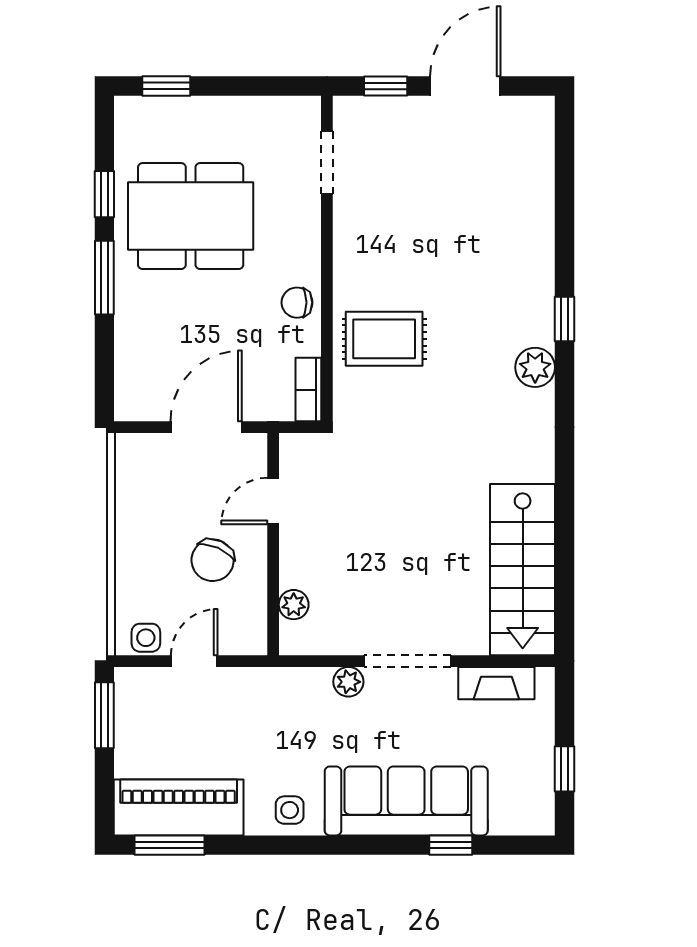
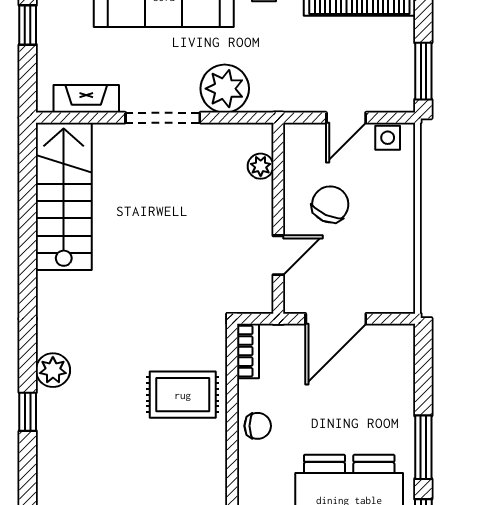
plant: (348, 682) -> (225, 89), width x1.88, depth x1.88

